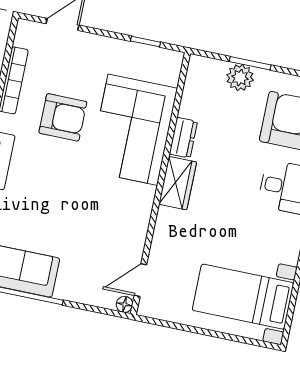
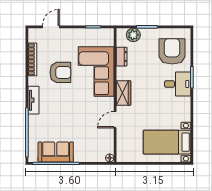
plant: (240, 78) -> (133, 35), moved
dresser: (183, 138) -> (122, 57), moved
door: (140, 280) -> (115, 120), moved

